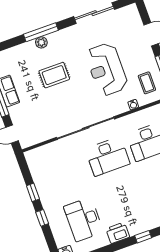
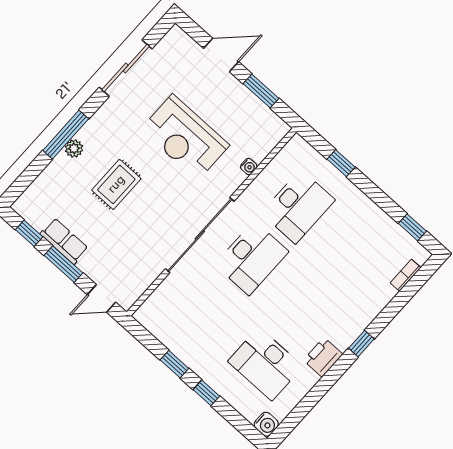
coffee table: (147, 83) -> (252, 126), removed

